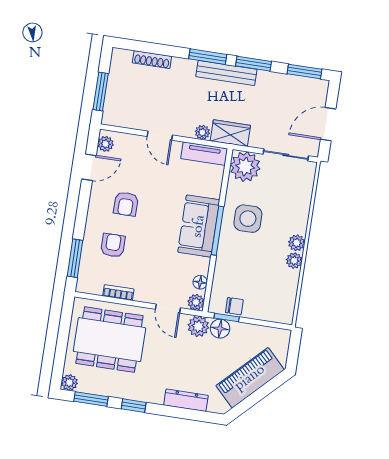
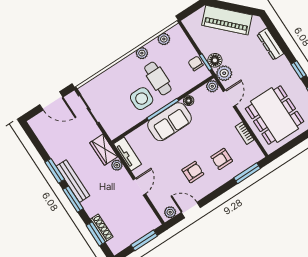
window: (305, 71) -> (96, 234), moved
plant: (245, 167) -> (115, 125), removed
plant: (297, 243) -> (164, 39), moved
cafe table: (254, 254) -> (158, 79), added
floor lamp: (200, 282) -> (189, 101), moved

